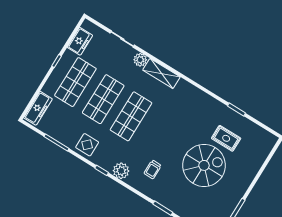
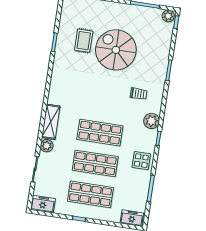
freezer: (80, 41) -> (43, 204), moved
freezer: (38, 108) -> (132, 218), width x0.71

